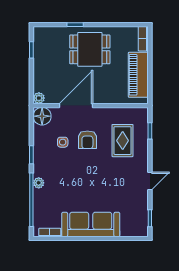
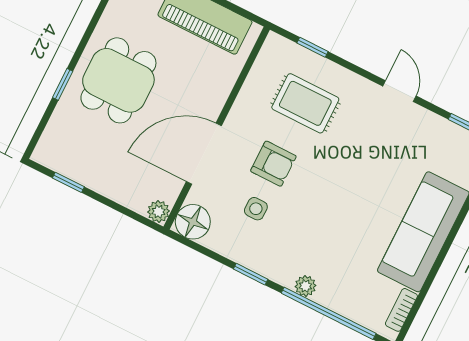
door: (76, 106) -> (204, 154), hinge flipped

